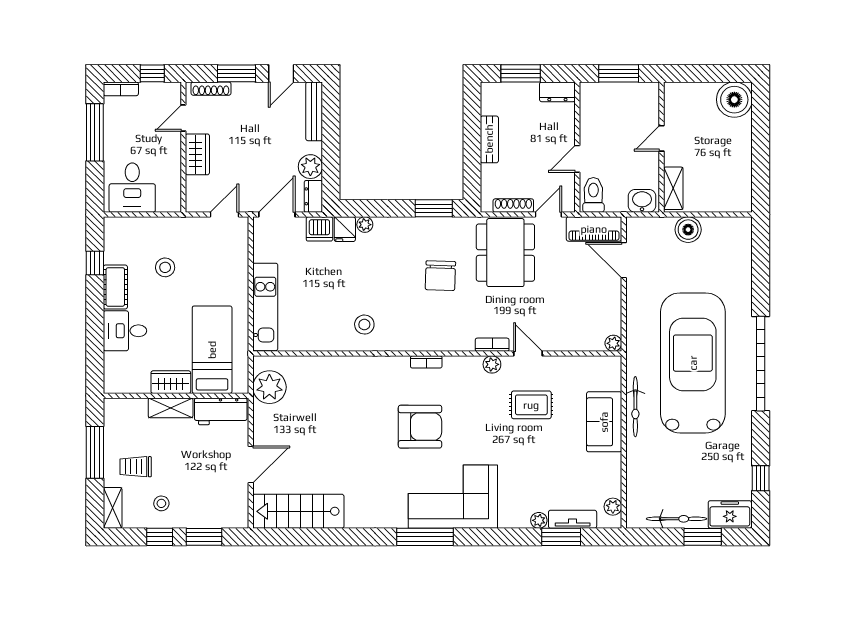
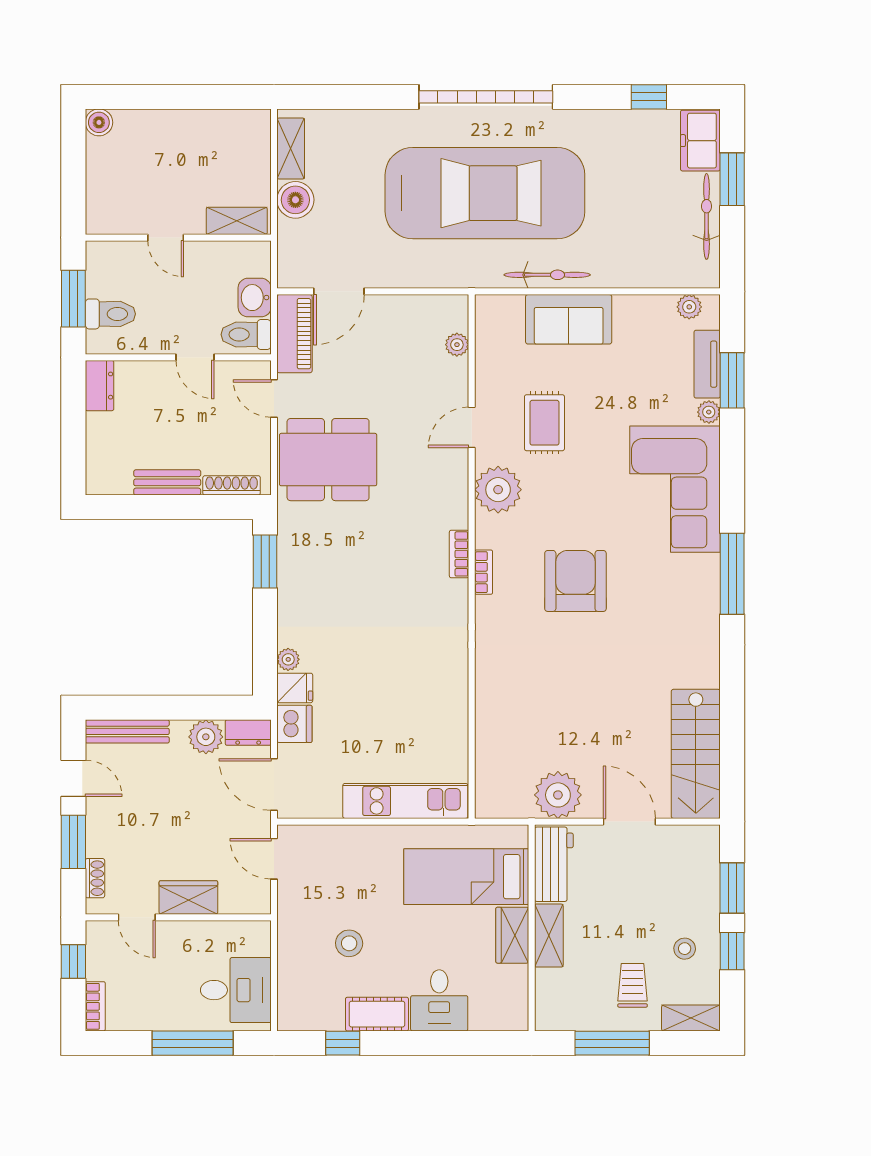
window: (521, 73) -> (73, 438), removed
shoe rack: (211, 89) -> (95, 878), width x0.70
toilet: (608, 99) -> (110, 314), added
boiler: (734, 100) -> (99, 122), width x0.54, depth x0.54
window: (95, 132) -> (193, 1043), moved
washbasin: (642, 201) -> (255, 298), moved
shoe rack: (513, 206) -> (232, 485), moved, turned 90
shelving: (724, 226) -> (291, 149), added
chair: (440, 276) -> (361, 552), removed
stool: (364, 325) -> (430, 660), removed
plant: (613, 343) -> (457, 345), moved
bookcase: (492, 345) -> (459, 554), moved
car: (693, 363) -> (485, 193), turned 180
plant: (492, 364) -> (498, 490), width x1.88, depth x1.88
plant: (269, 387) -> (558, 795), moved
trolley: (136, 467) -> (633, 985), turned 180
corner sofa: (453, 497) -> (675, 489), moved

